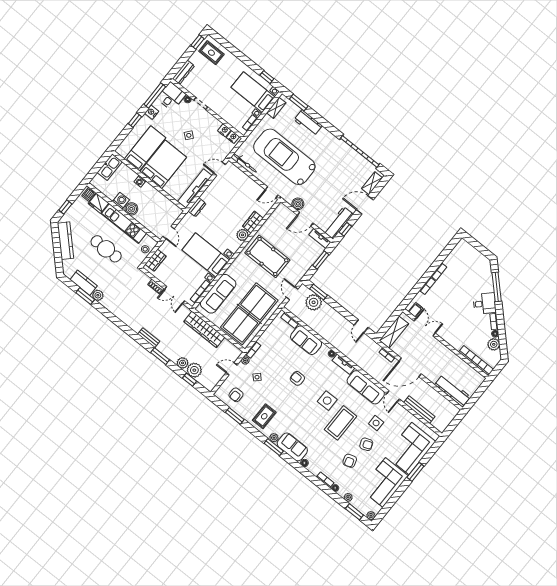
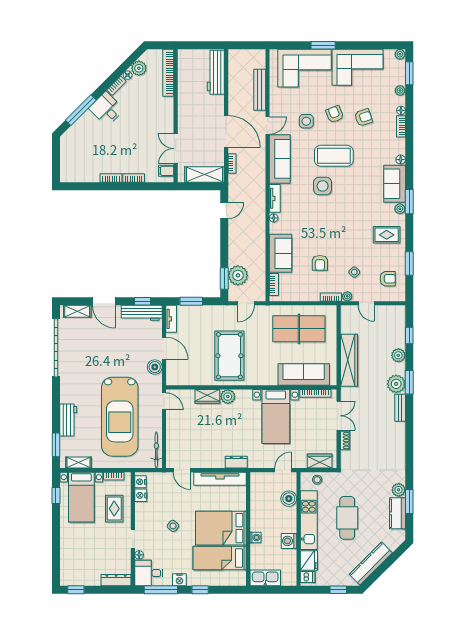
rug: (211, 53) -> (114, 509), moved
boiler: (131, 209) -> (289, 499), moved
table tennis table: (249, 314) -> (299, 329), width x0.73, depth x0.76
plant: (194, 370) -> (396, 384), moved
armchair: (297, 378) -> (320, 263), moved

